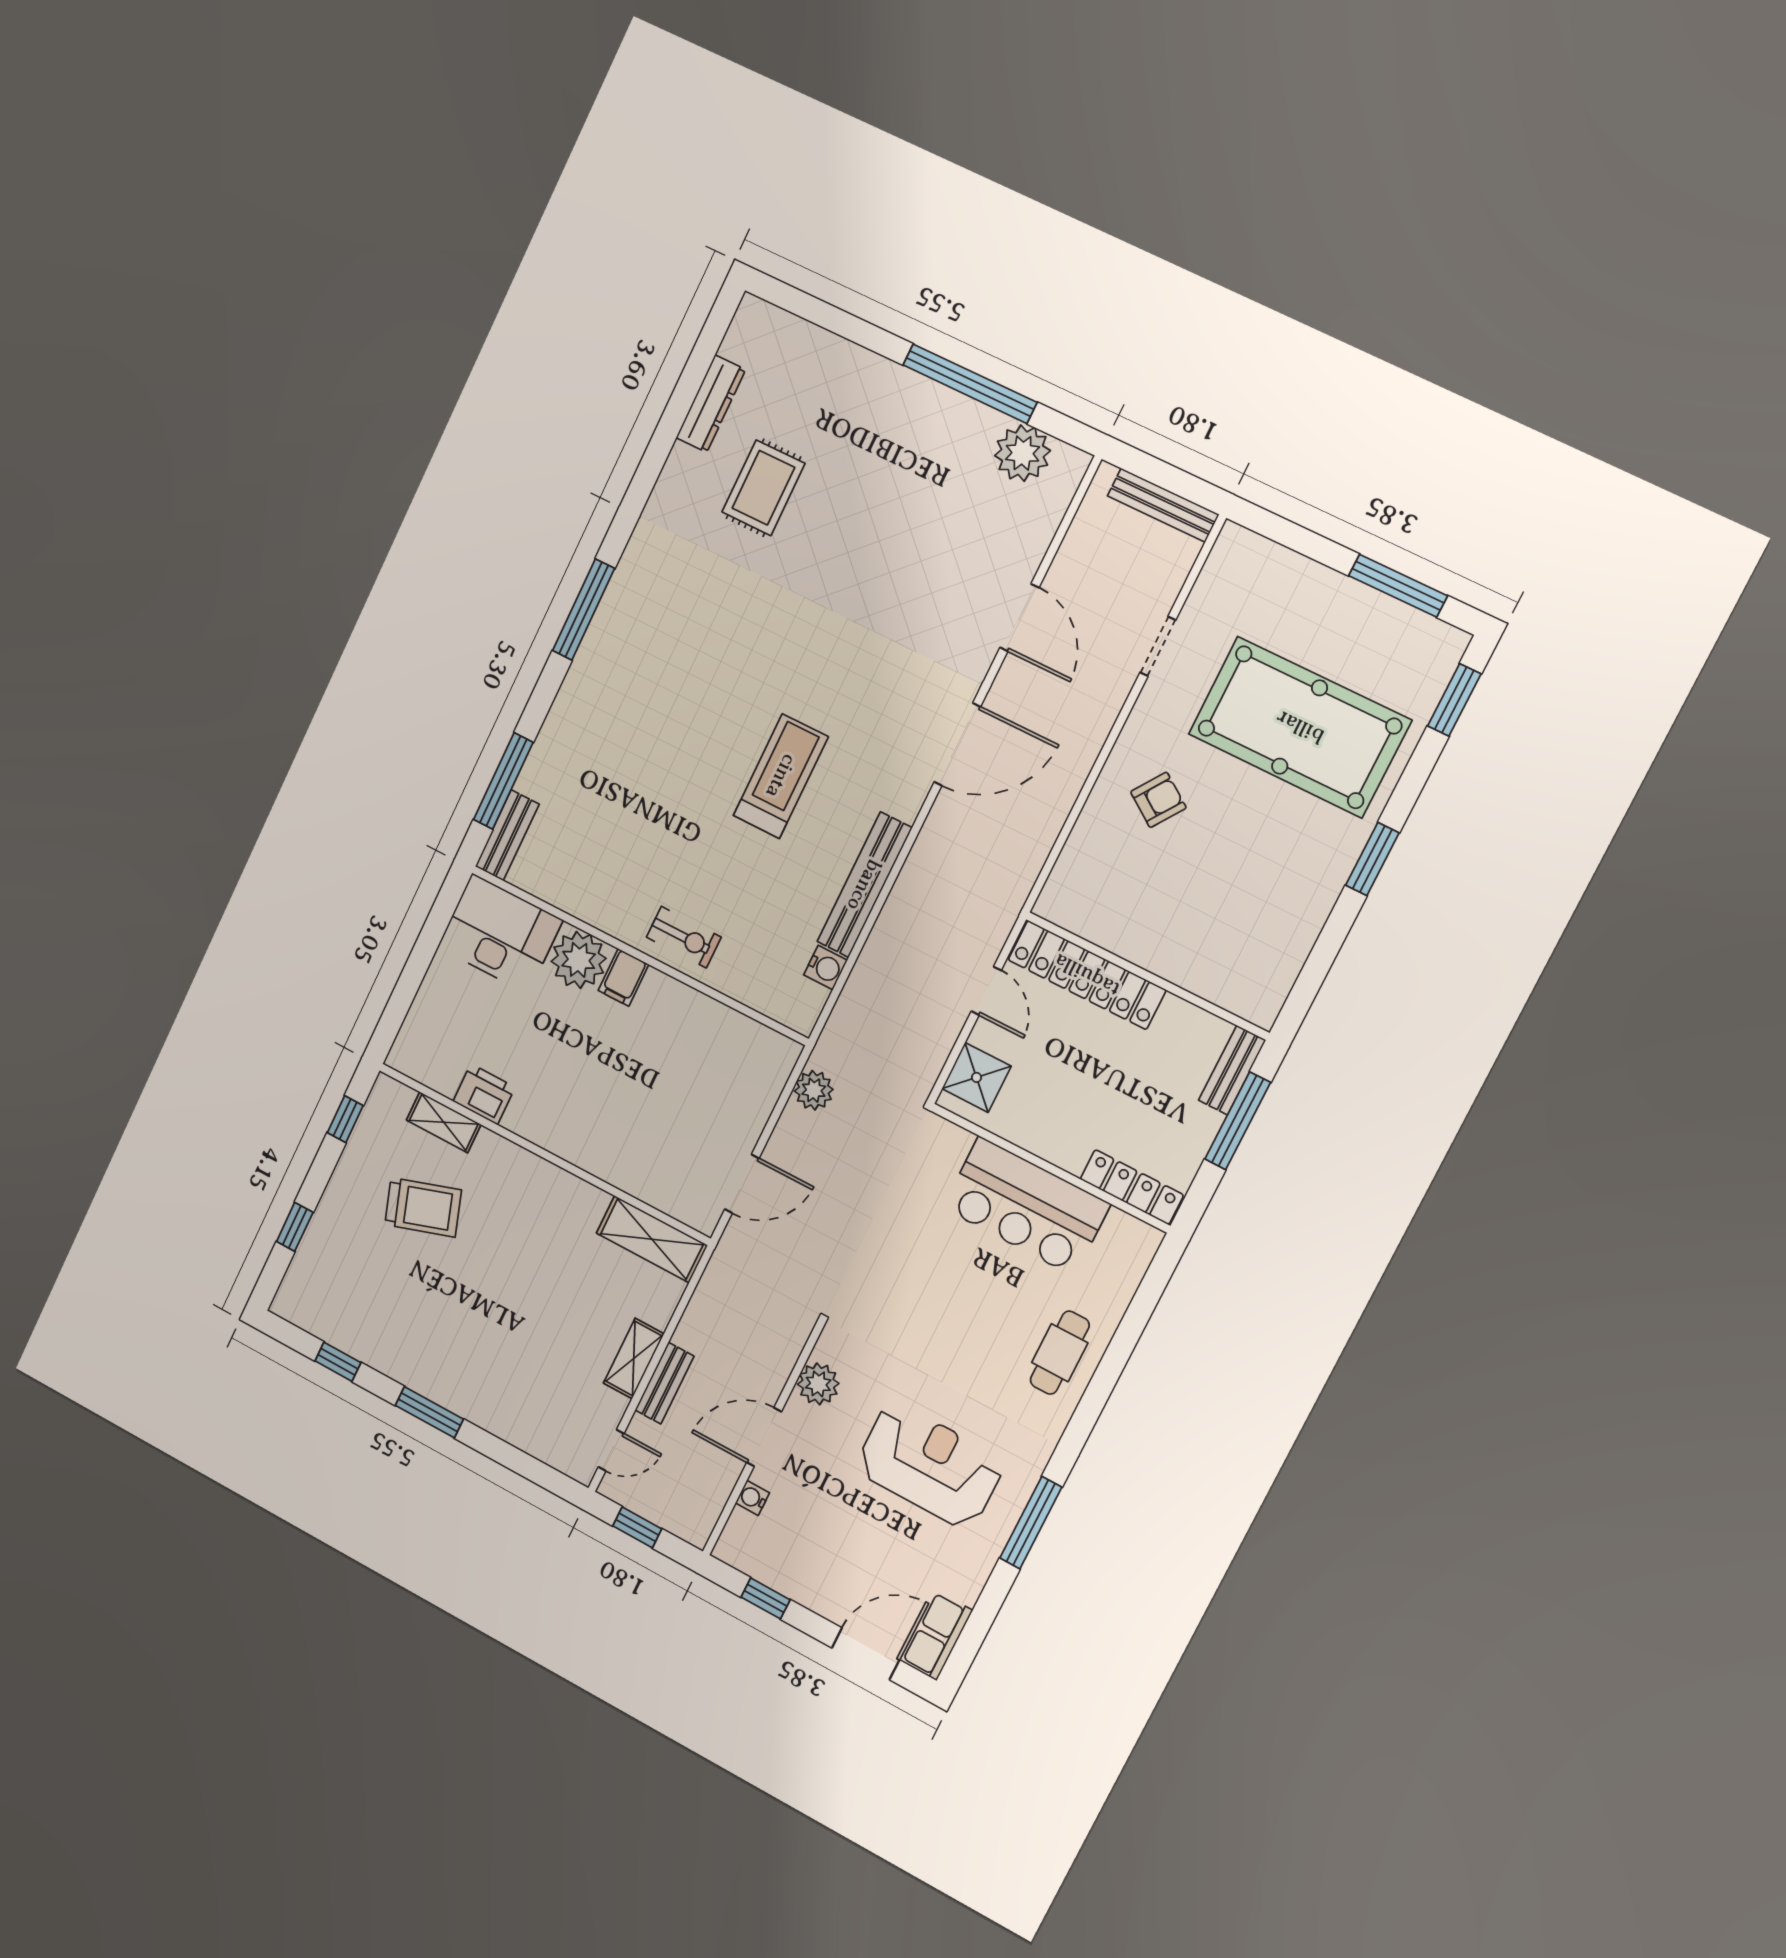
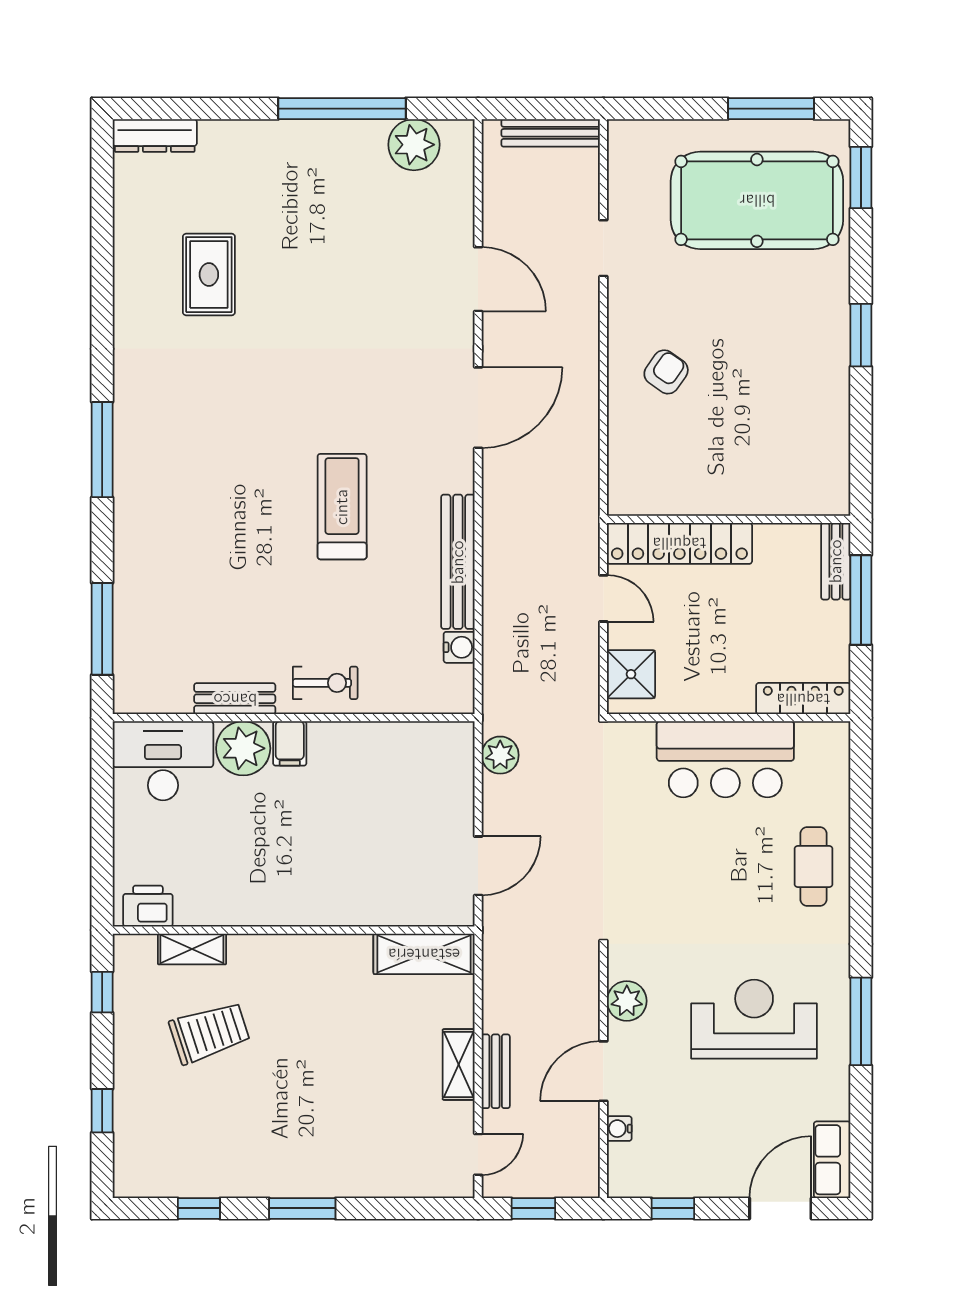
dresser: (711, 404) -> (155, 136), moved, turned 90
pool table: (1300, 727) -> (757, 200), moved
bench: (507, 835) -> (235, 699), moved, turned 90
printer: (484, 1094) -> (148, 906), moved

